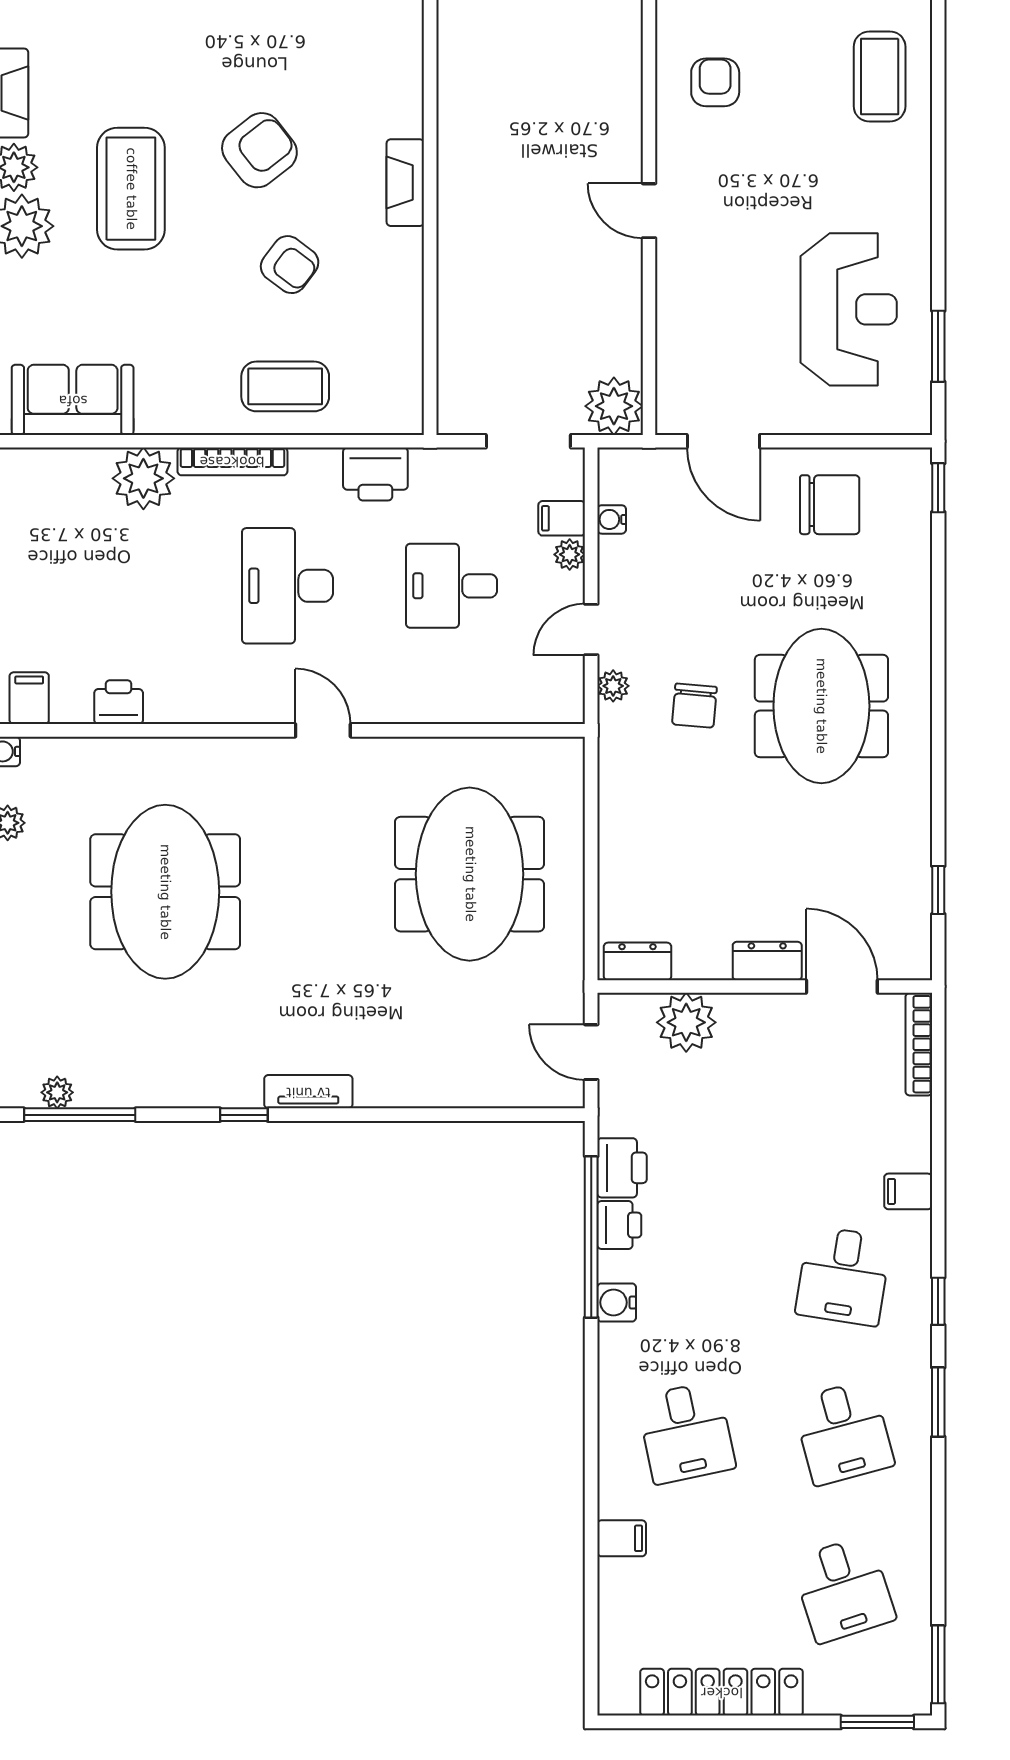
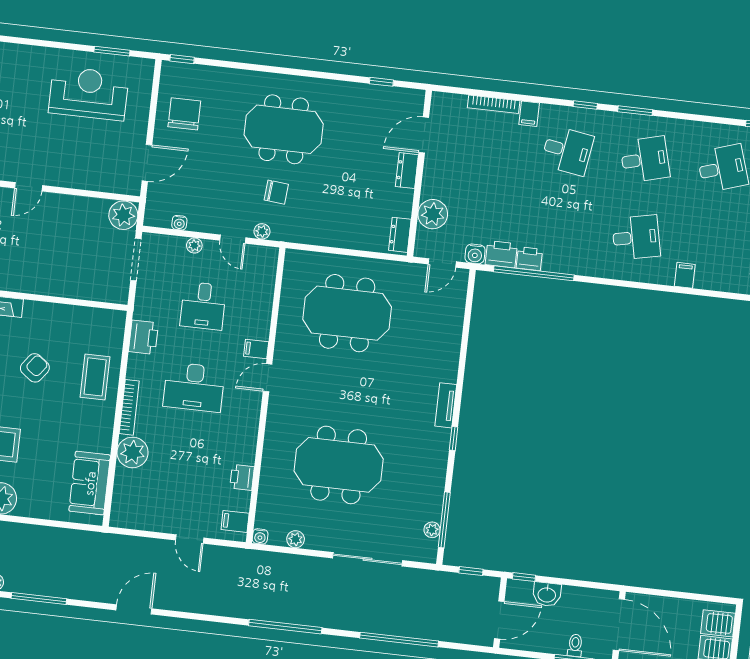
filing cabinet: (562, 518) -> (256, 349), moved, turned 90
bookcase: (919, 1044) -> (494, 104), moved
water cooler: (617, 1302) -> (475, 254), moved

